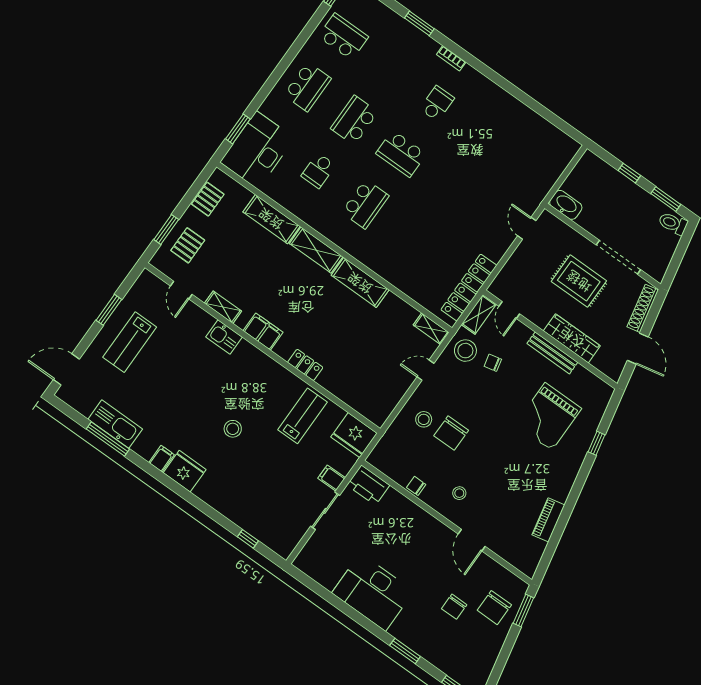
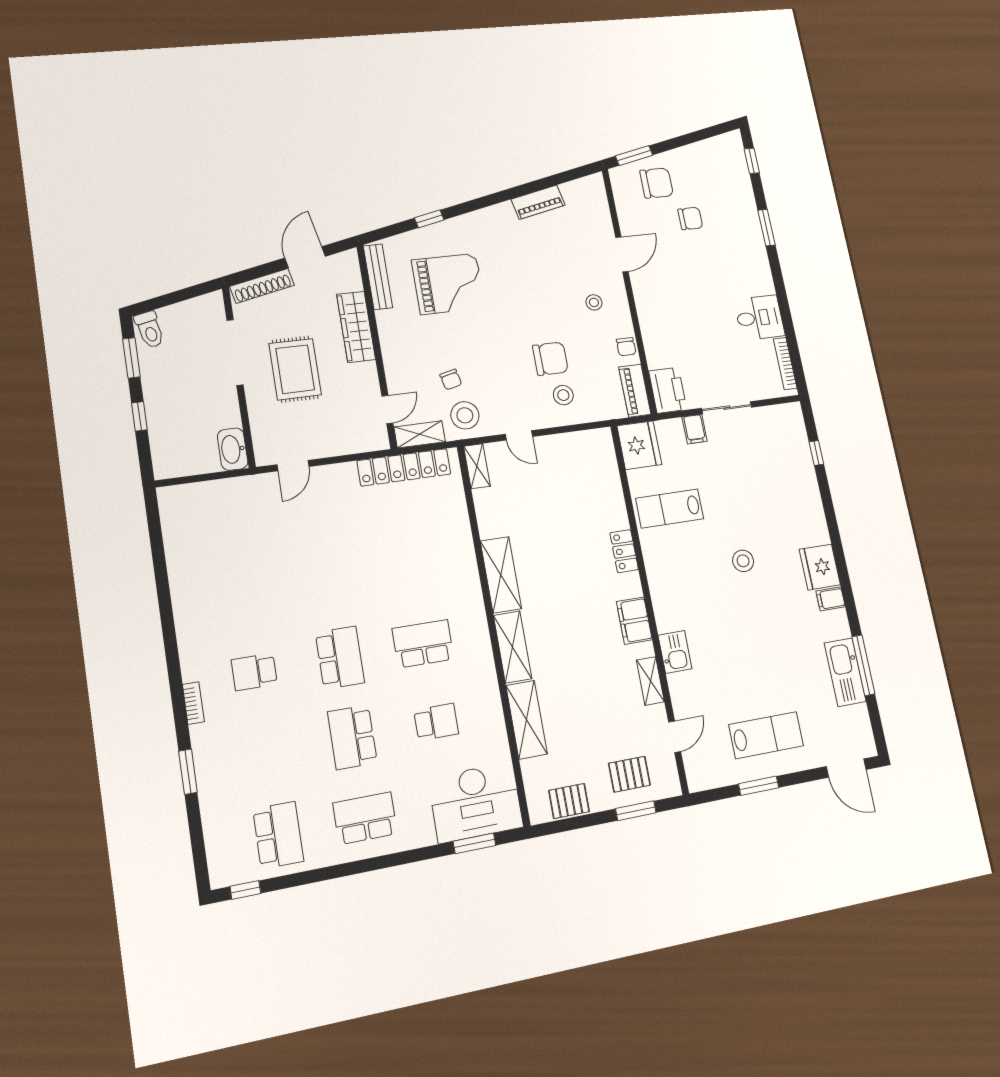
school desk: (343, 37) -> (278, 835), turned 180
school desk: (354, 120) -> (352, 737), turned 90
bench: (552, 353) -> (378, 277), moved
piano: (387, 465) -> (635, 391), added
bookcase: (316, 575) -> (785, 364), added
desk: (373, 592) -> (759, 318), width x0.53, depth x0.77

